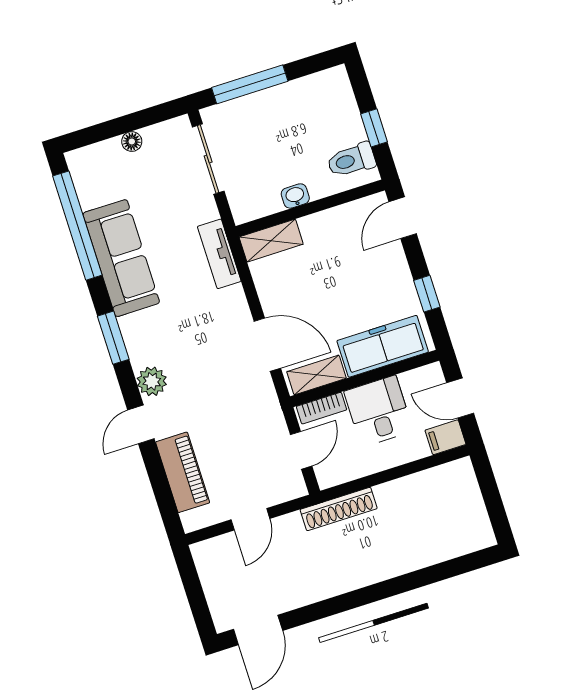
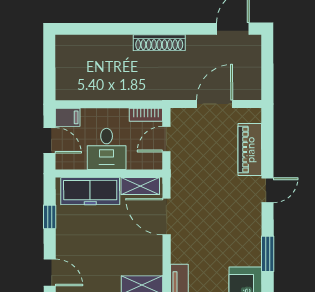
door: (403, 218) -> (50, 272), hinge flipped
plant: (152, 381) -> (251, 217), removed
bookcase: (322, 408) -> (146, 115), moved, turned 180
shoe rack: (339, 509) -> (159, 43), moved, turned 180
door: (250, 519) -> (215, 104), width x1.38

